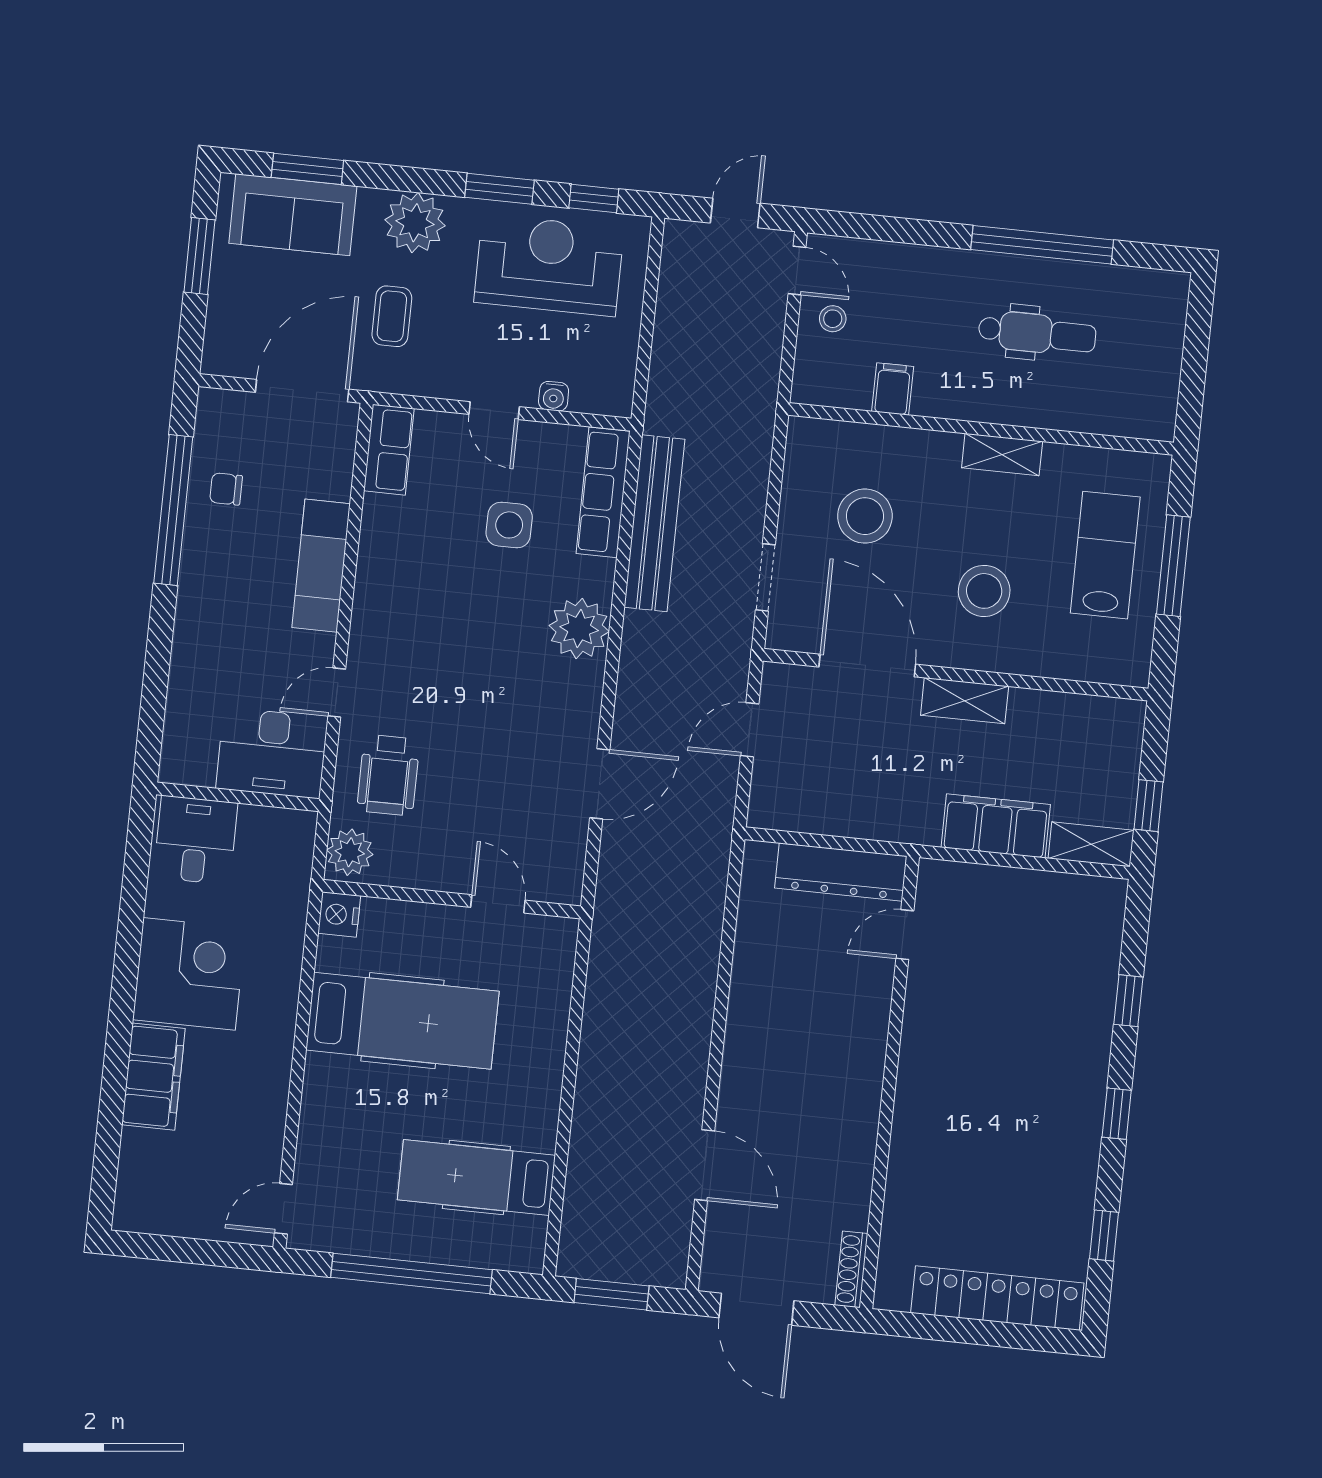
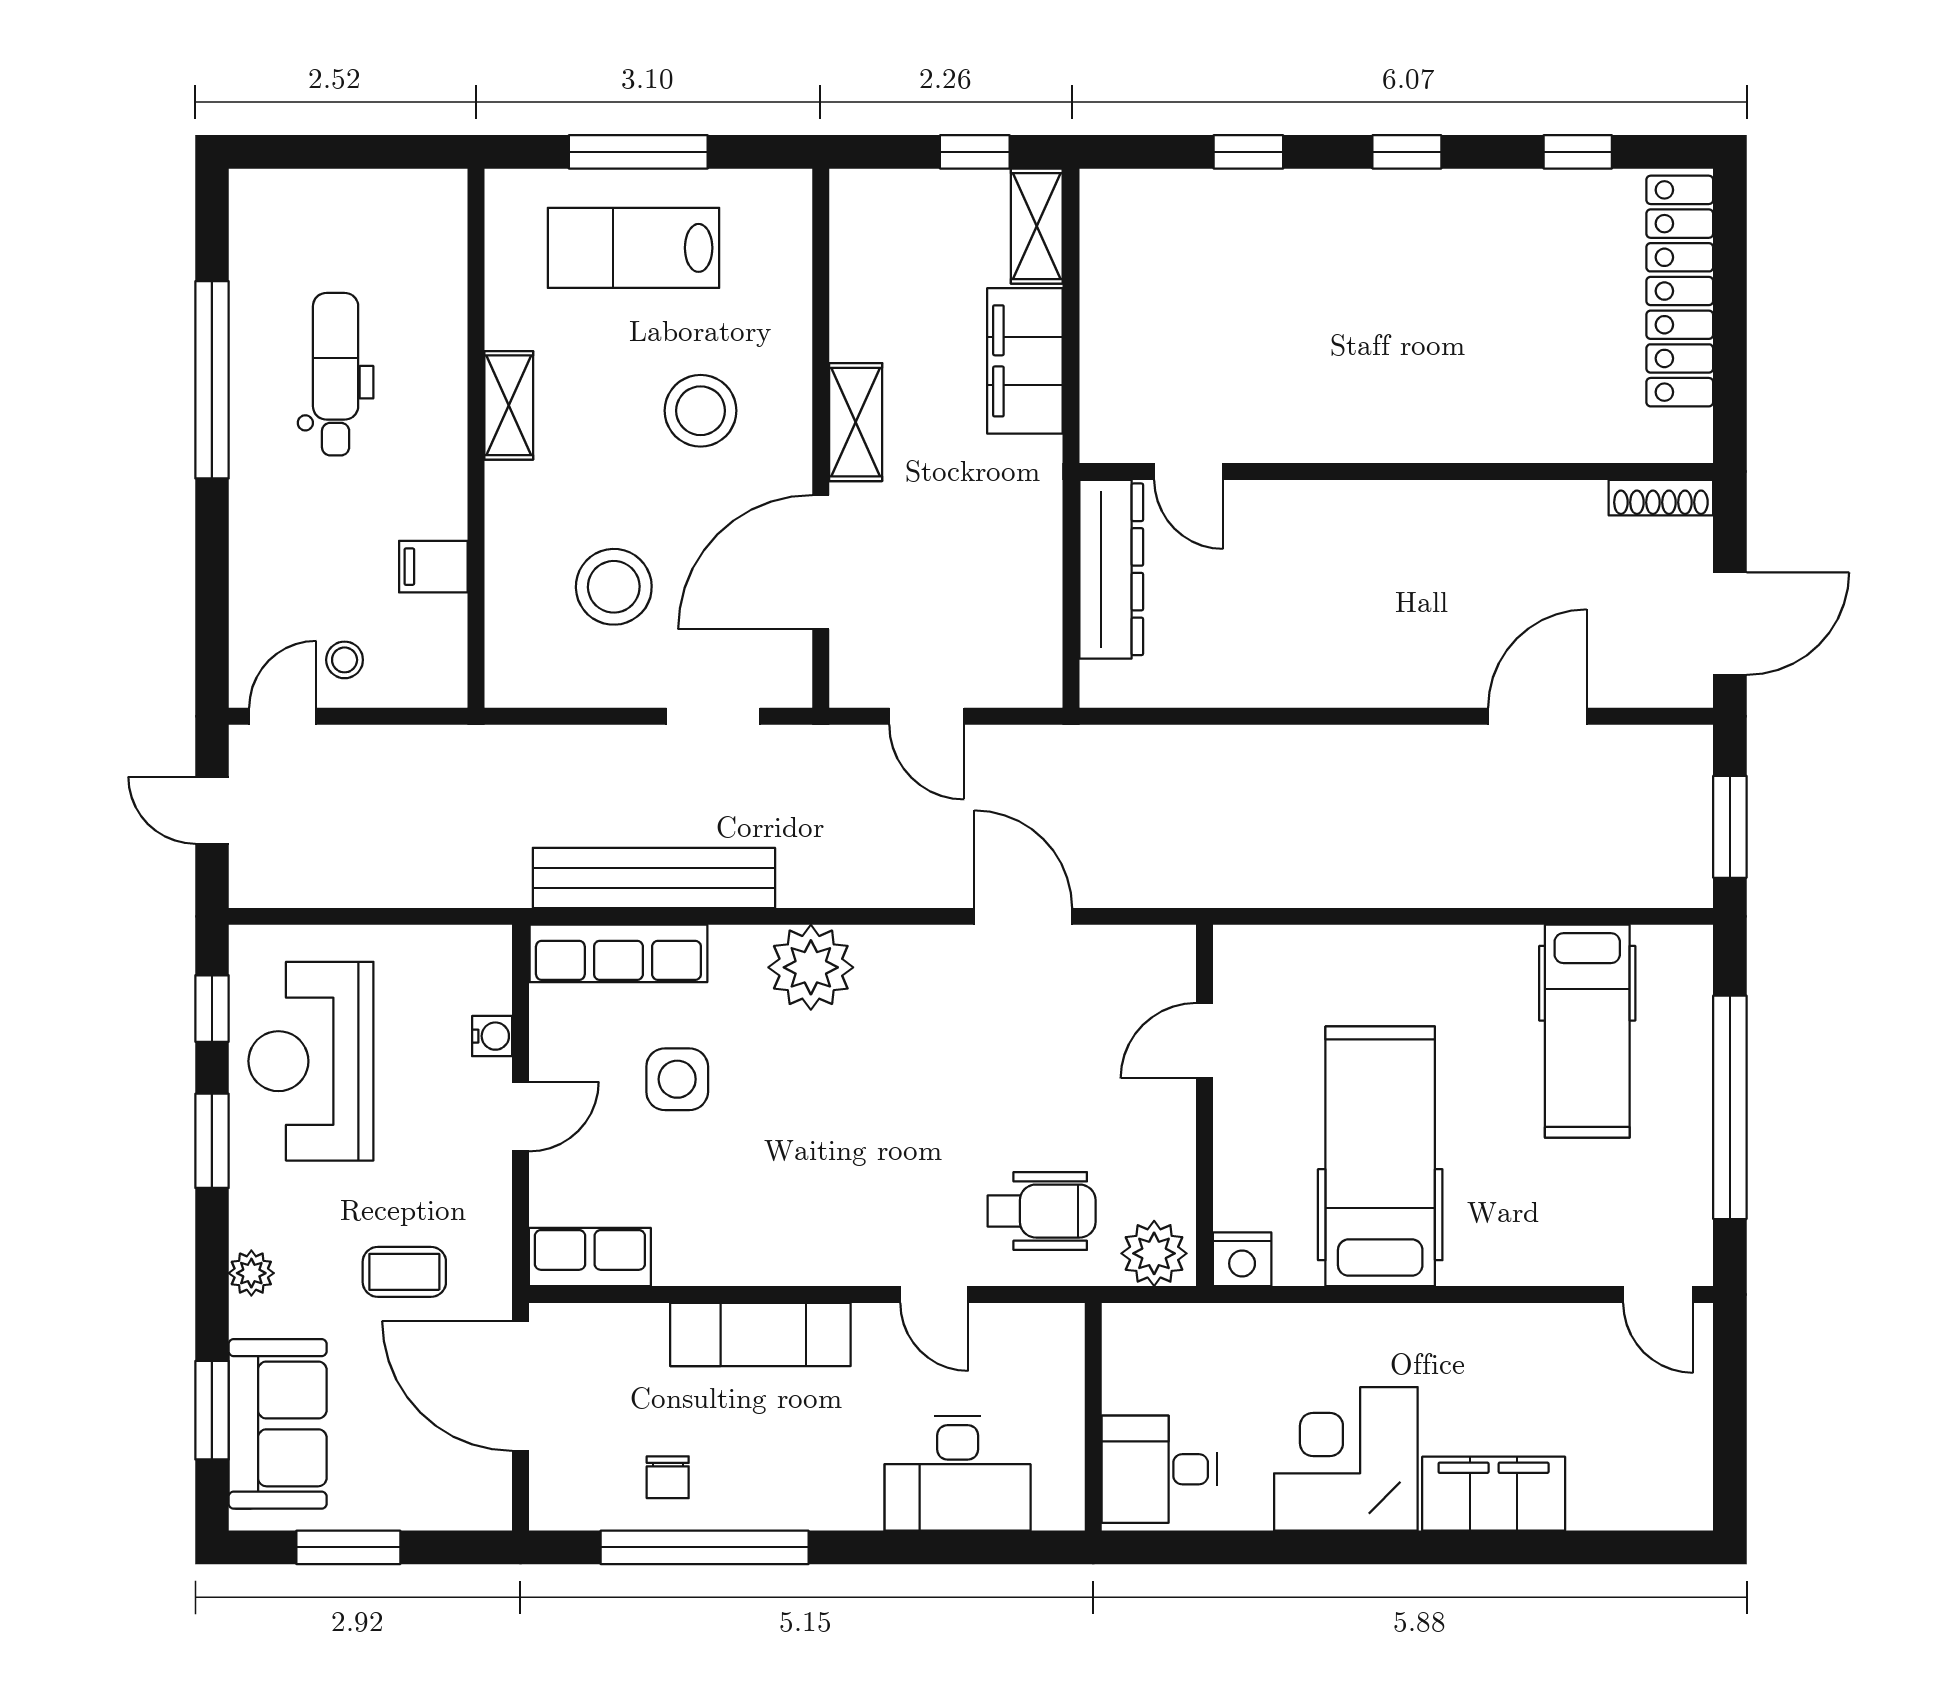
plant: (415, 223) -> (251, 1273), width x0.53, depth x0.53
desk: (272, 753) -> (958, 1473), moved, turned 90

